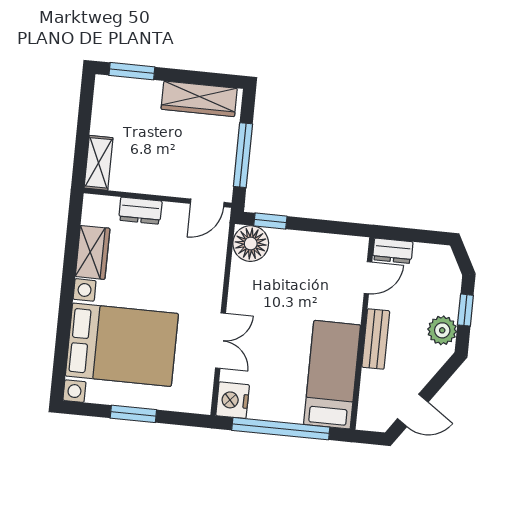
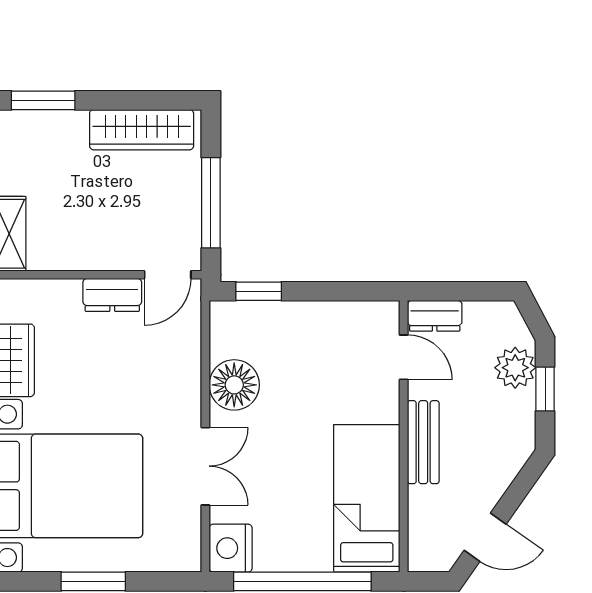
dresser: (140, 211) -> (112, 295), moved
floor lamp: (251, 244) -> (234, 385), moved
door: (368, 278) -> (404, 357), hinge flipped
plant: (442, 330) -> (515, 368), moved

